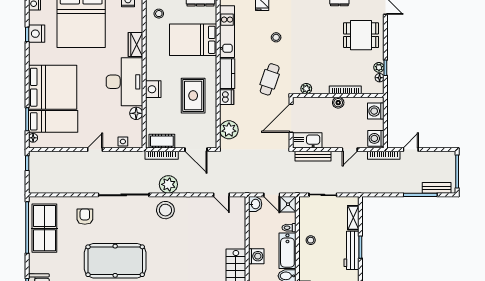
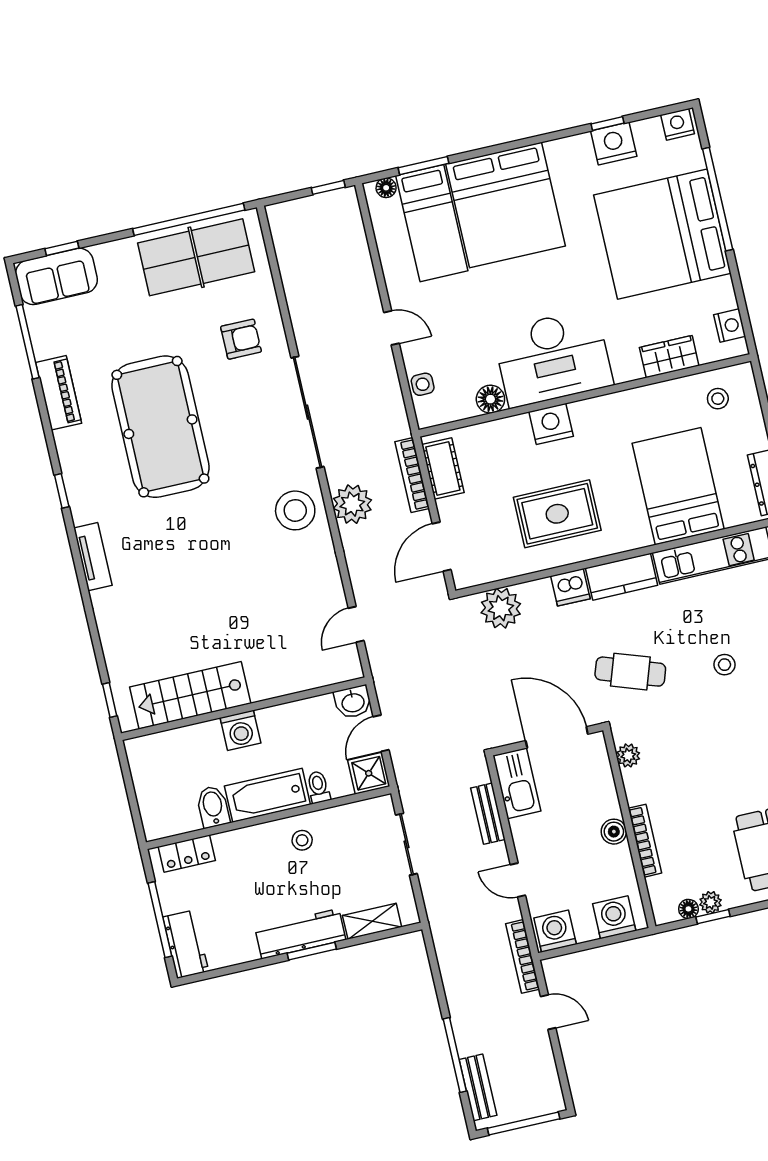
wardrobe: (135, 44) -> (669, 357), moved
bench: (313, 156) -> (488, 814), width x0.73

